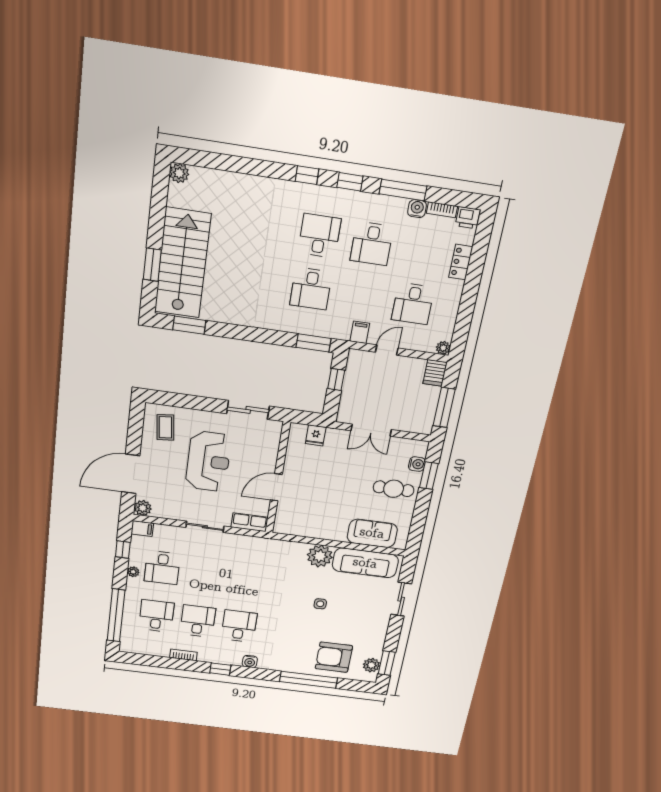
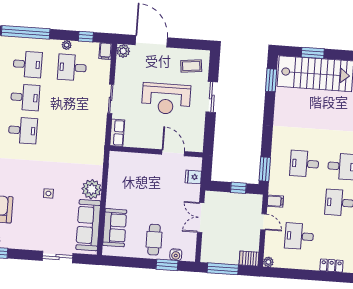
sliding door: (248, 410) -> (212, 97), moved
door: (276, 487) -> (173, 153), moved

